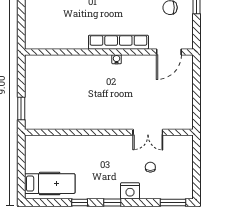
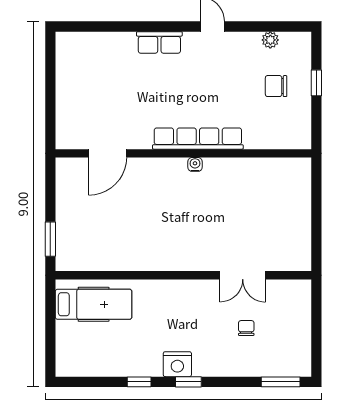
door: (169, 52) -> (108, 153), moved
hospital bed: (50, 184) -> (94, 304), moved
nightstand: (130, 191) -> (177, 364), moved

